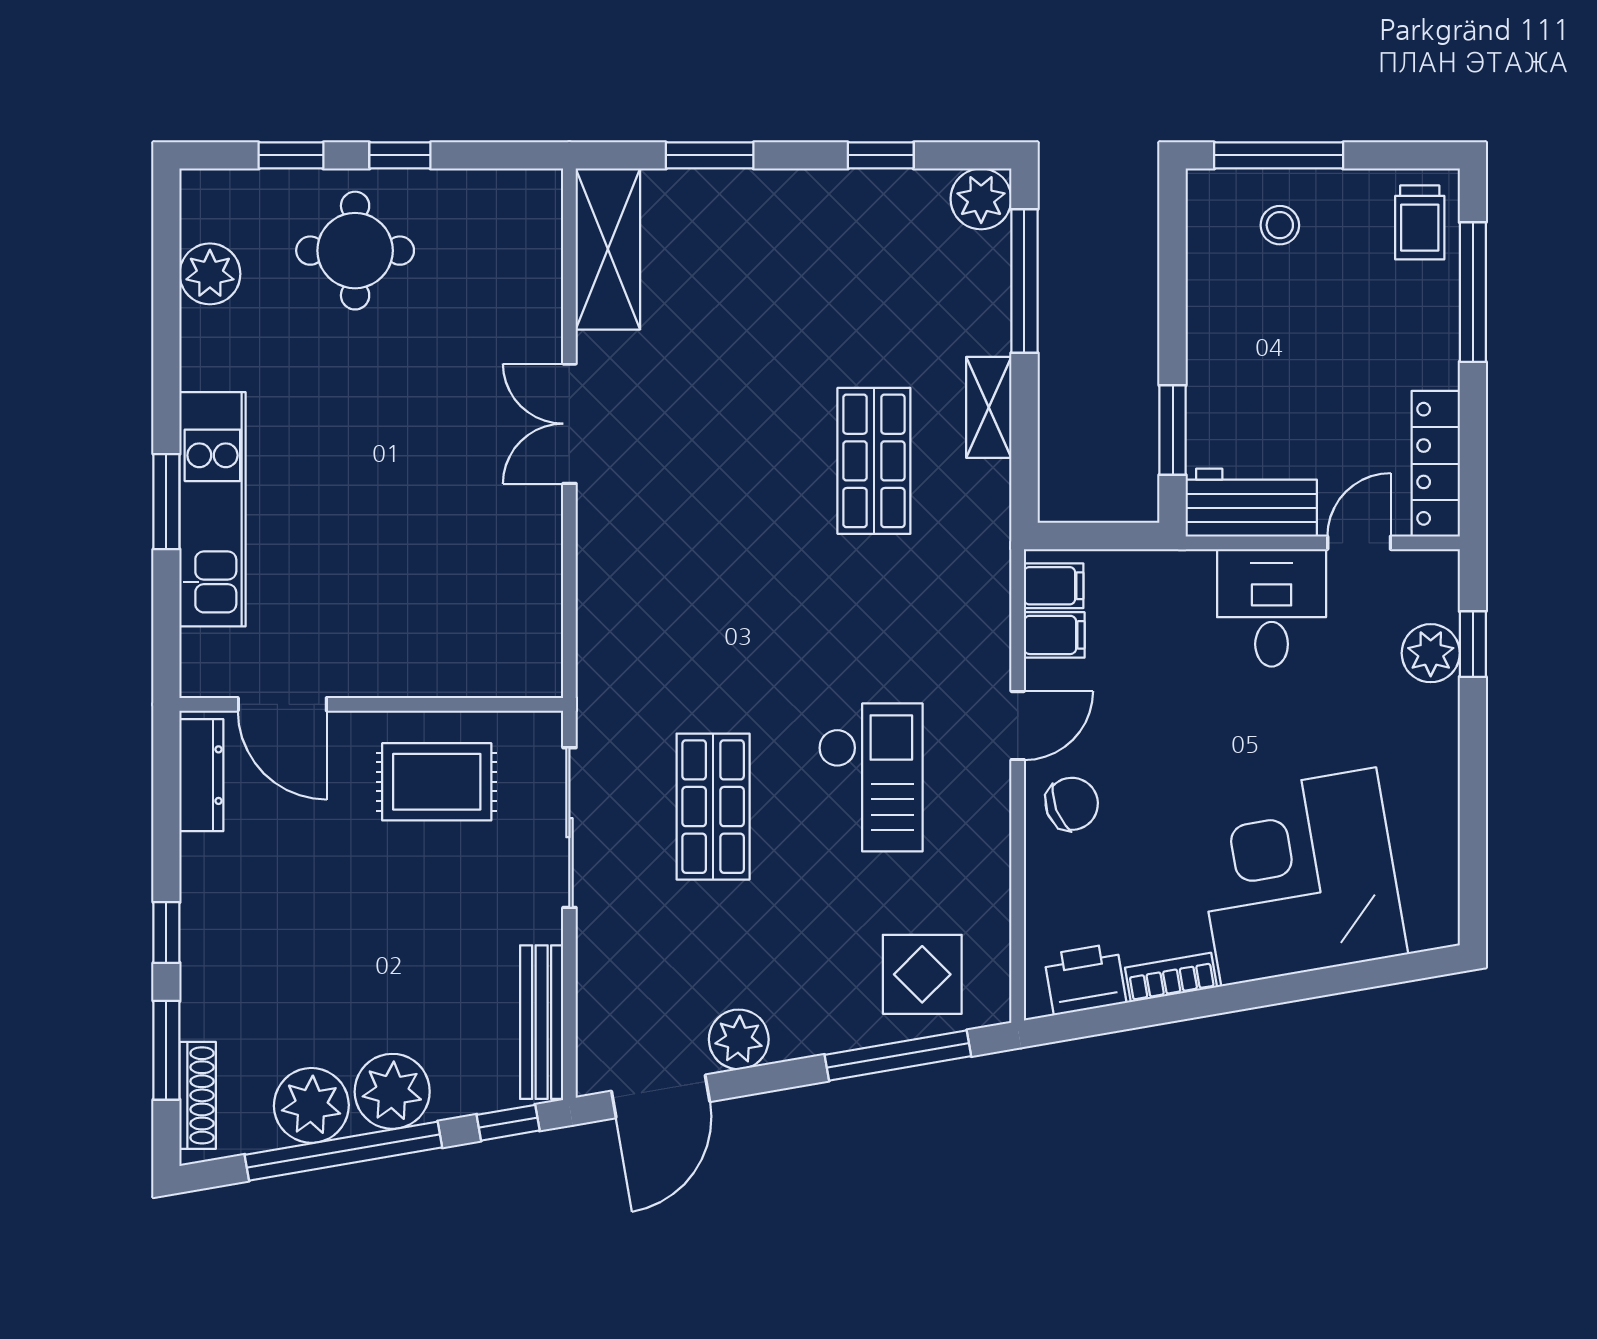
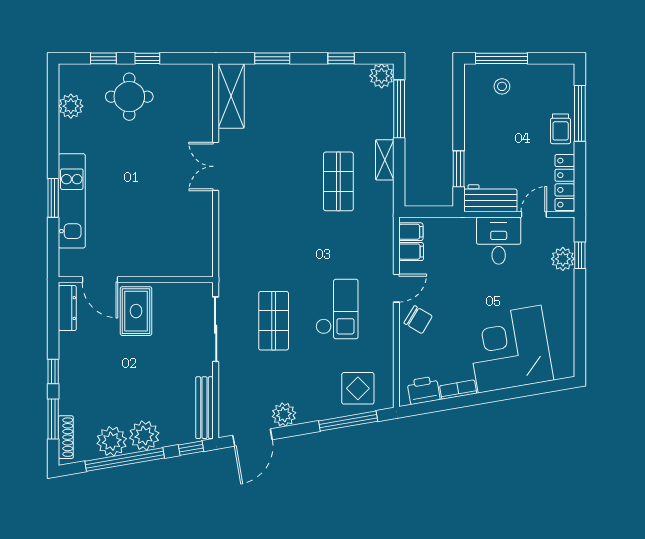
trolley: (1420, 222) -> (561, 129), moved
rug: (437, 782) -> (136, 311), moved, turned 90
chair: (1072, 804) -> (418, 320), turned 52

